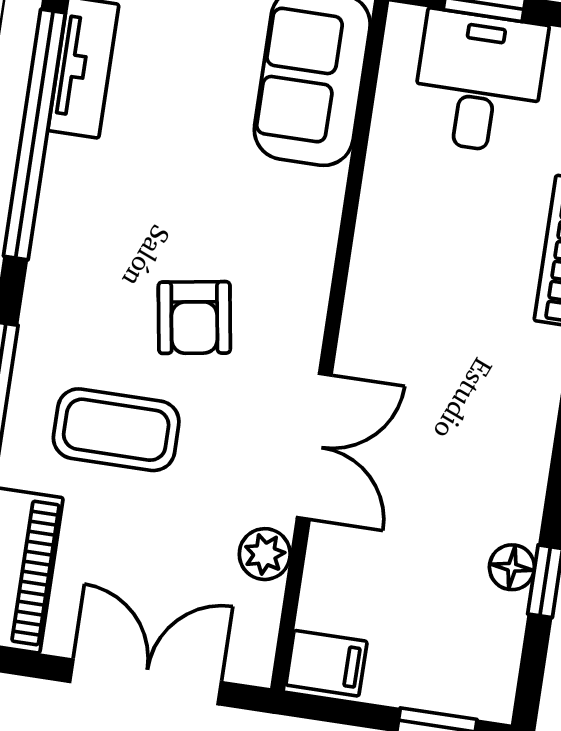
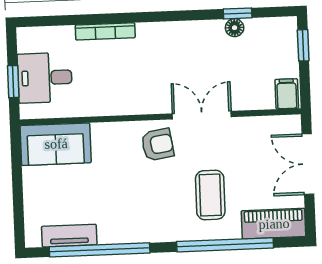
armchair: (194, 318) -> (158, 145), moved
plant: (265, 554) -> (248, 127), removed

